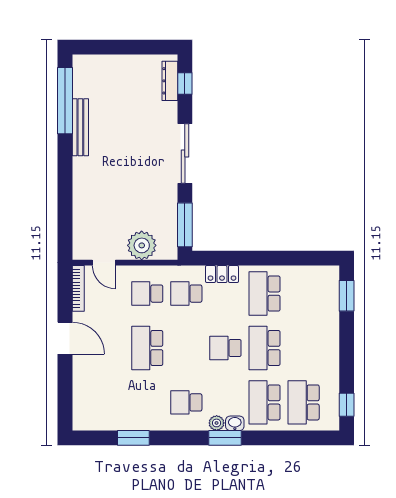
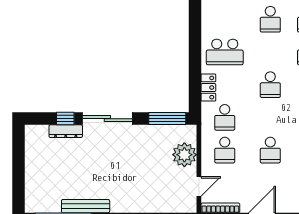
dresser: (170, 81) -> (66, 131), moved
window: (185, 84) -> (65, 119), moved
school desk: (147, 348) -> (270, 150), width x0.54
school desk: (264, 348) -> (270, 19), moved, width x0.54

